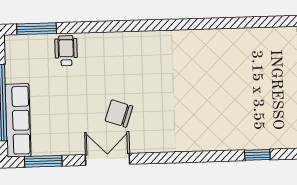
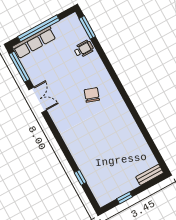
chair: (119, 114) -> (92, 95), moved
window: (43, 161) -> (19, 67), width x1.44

